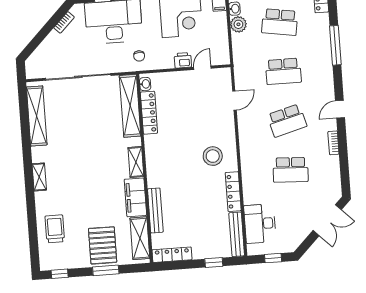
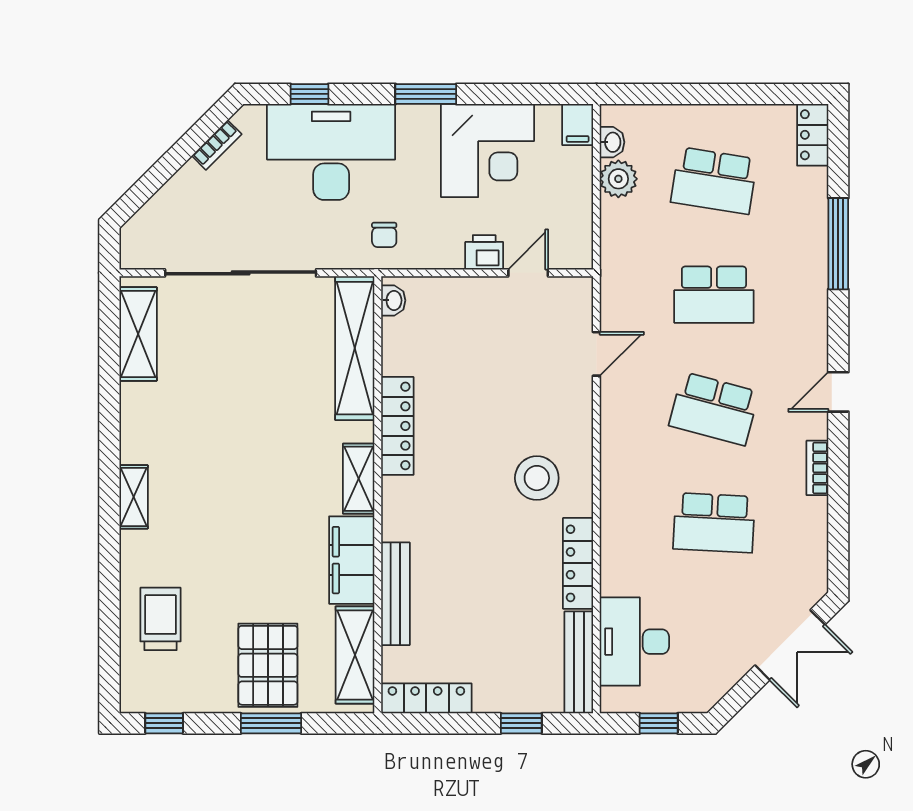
locker: (149, 113) -> (397, 426), moved
shelving: (37, 116) -> (138, 334), width x0.68
school desk: (287, 121) -> (714, 409), turned 30

